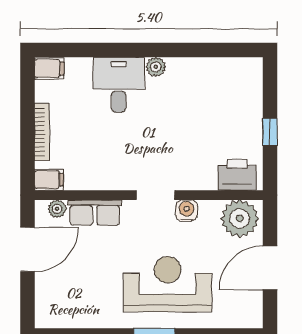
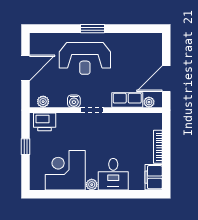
filing cabinet: (49, 69) -> (154, 177), width x2.00
corner desk: (201, 91) -> (65, 170), added
filing cabinet: (49, 180) -> (154, 119), removed
plant: (240, 219) -> (43, 102), width x0.53, depth x0.53

